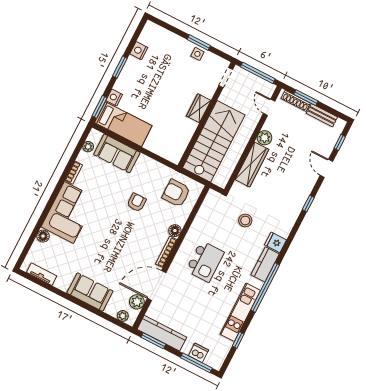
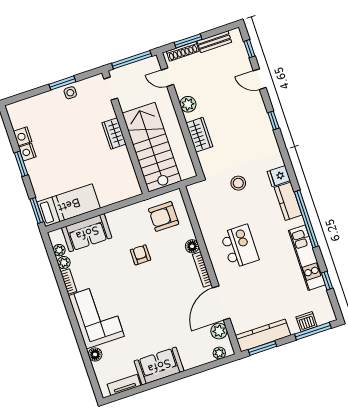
nightstand: (114, 97) -> (27, 152), moved
plant: (83, 157) -> (64, 263), added
wardrobe: (252, 164) -> (199, 135), width x0.67
sofa: (90, 292) -> (159, 366), moved

